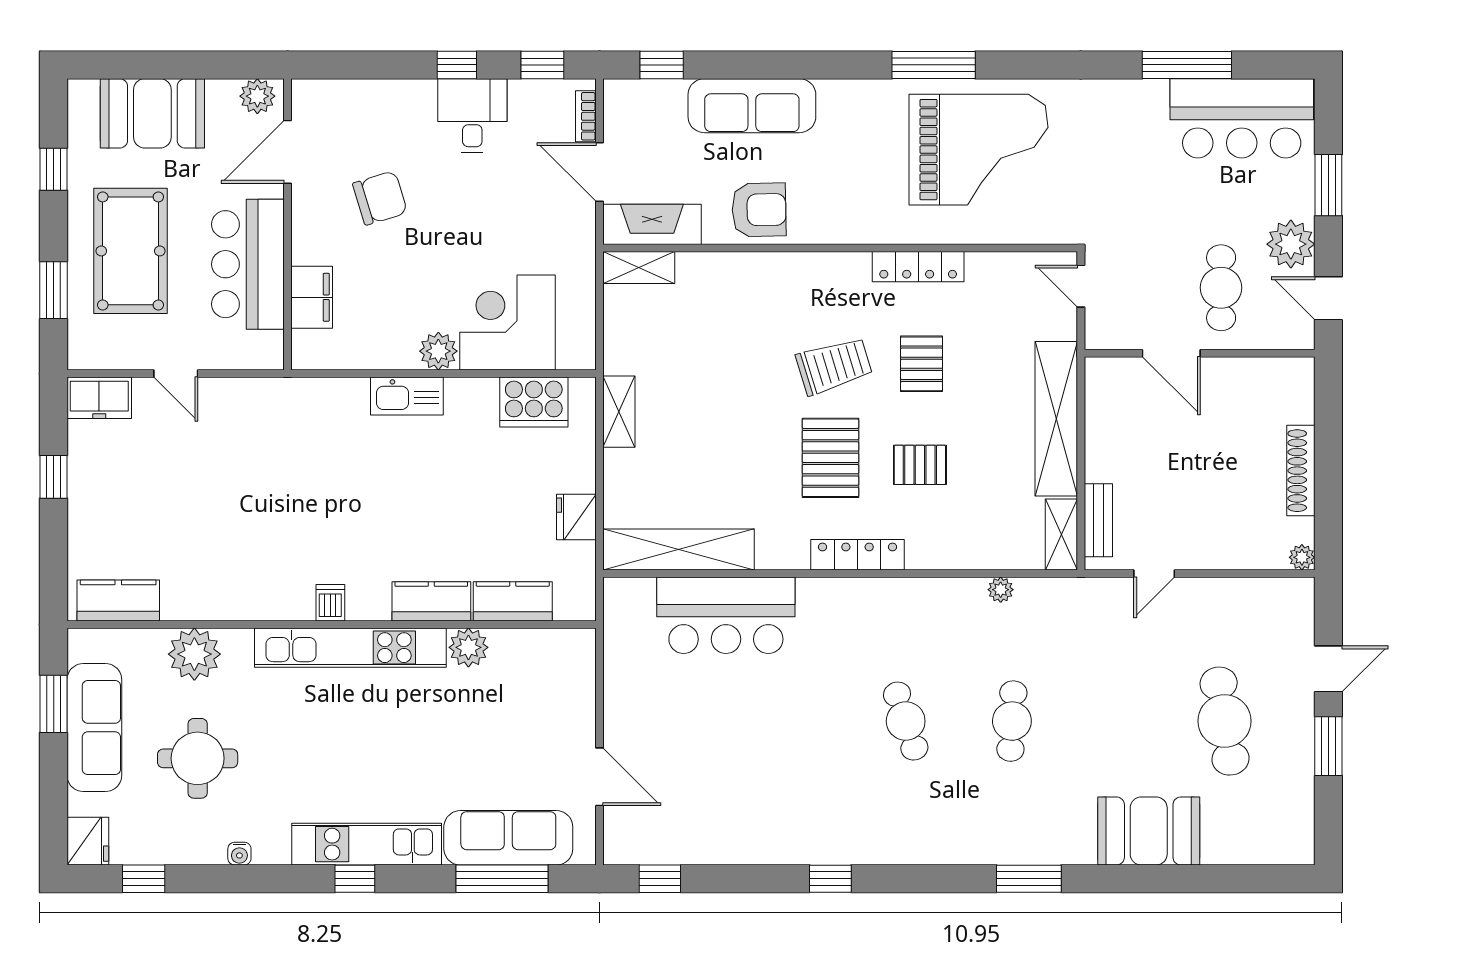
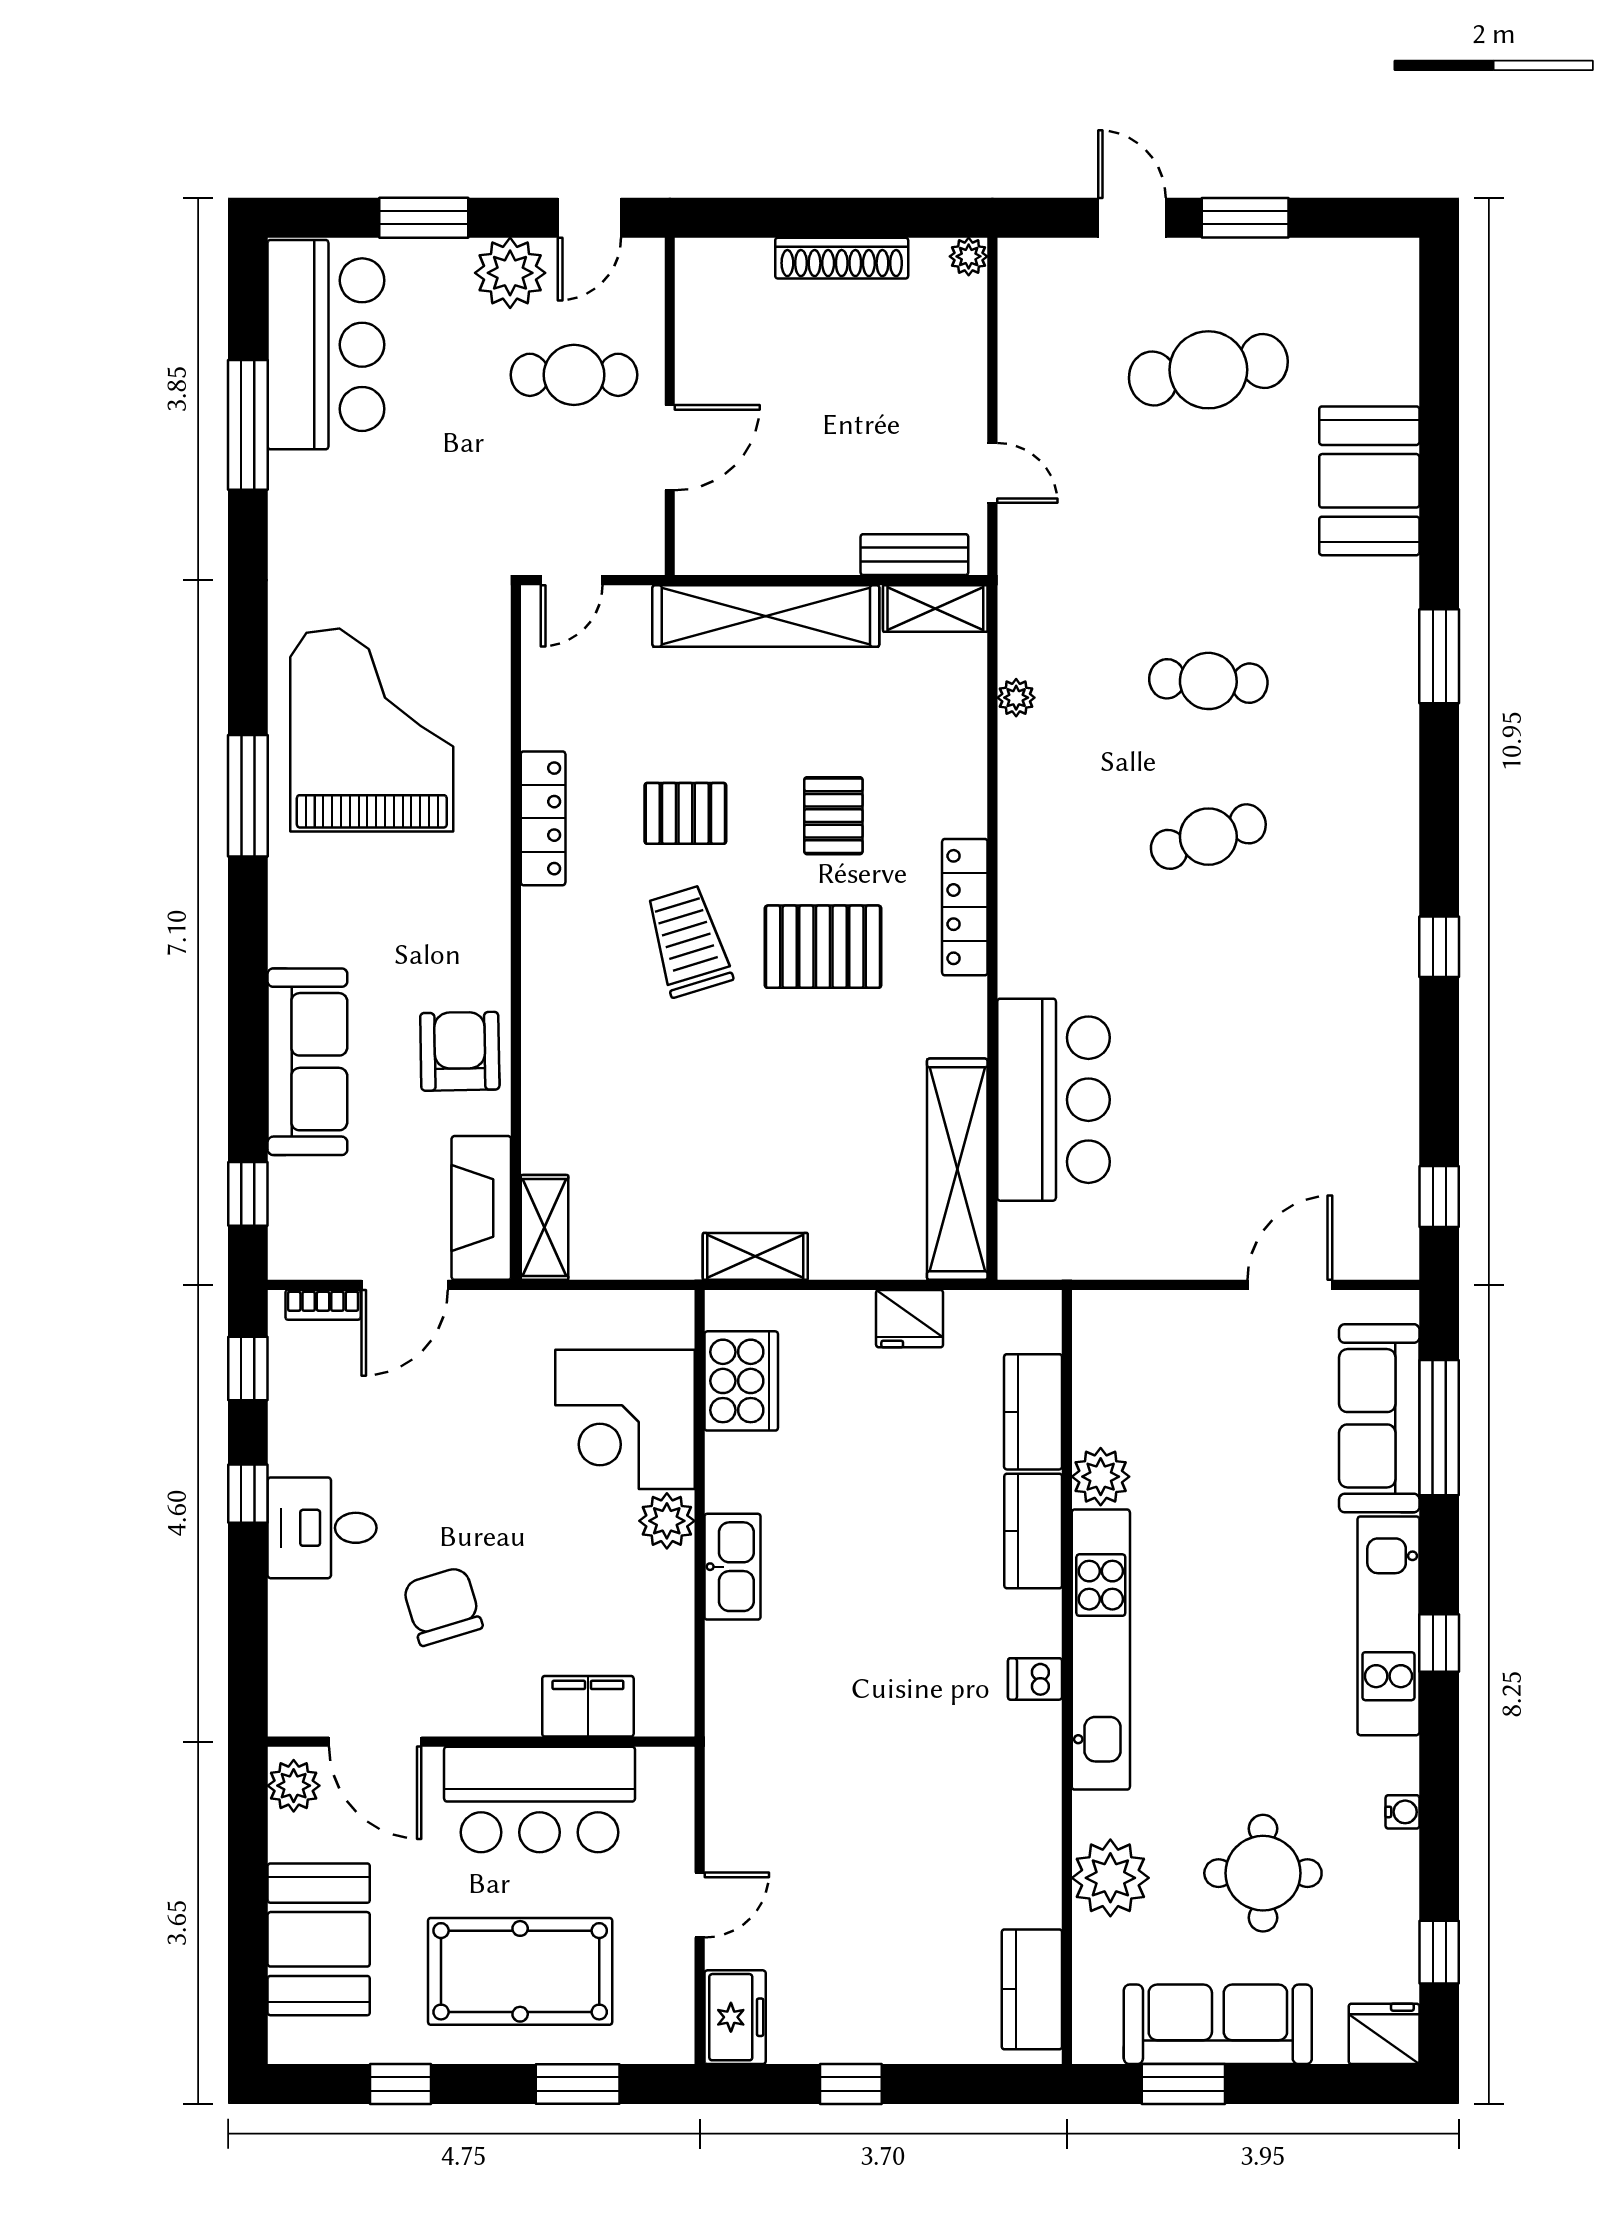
desk: (472, 116) -> (322, 1528), moved

